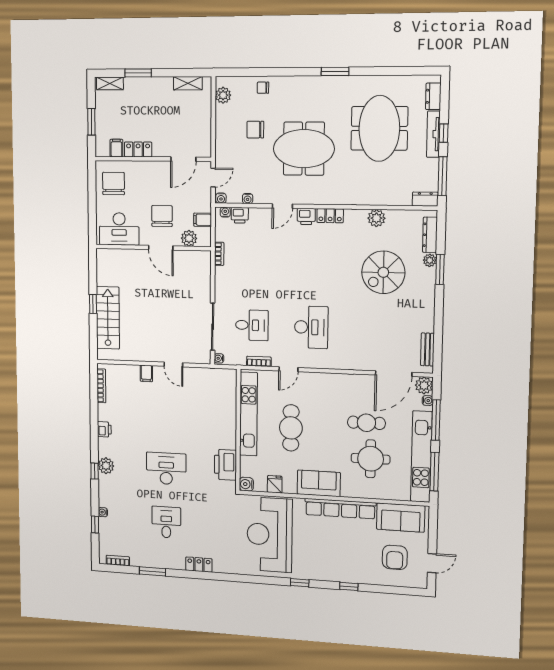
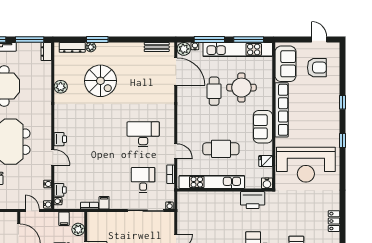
locker: (330, 216) -> (59, 121), removed
filing cabinet: (223, 273) -> (104, 203), added

